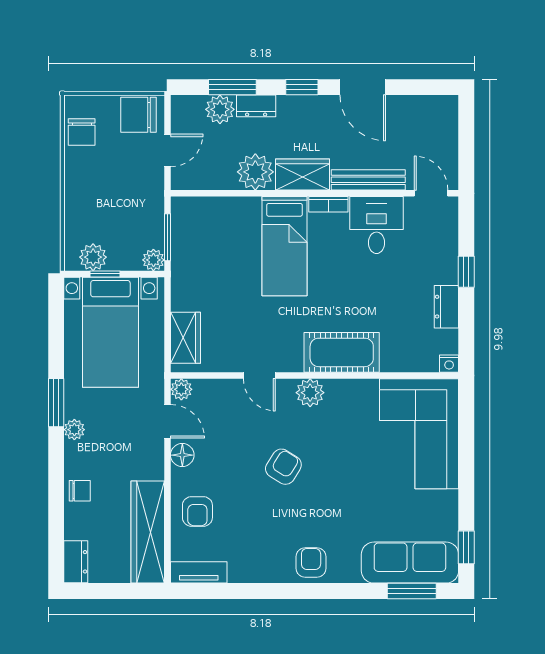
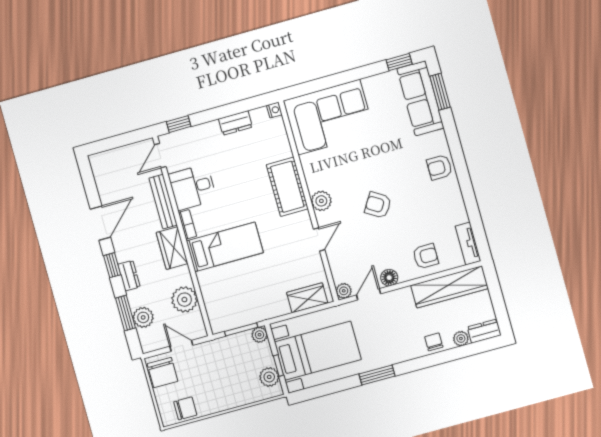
dresser: (256, 106) -> (129, 276), moved
plant: (255, 172) -> (184, 300), moved
window: (466, 272) -> (179, 124), moved
plant: (74, 430) -> (461, 339), moved

